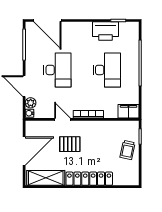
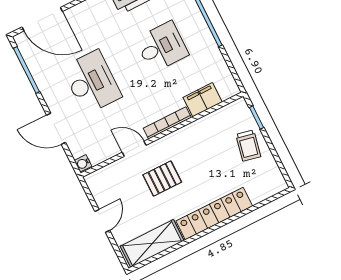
desk: (107, 70) -> (162, 47), width x0.73
plant: (31, 103) -> (77, 148), removed
filing cabinet: (129, 111) -> (203, 100), moved
door: (24, 151) -> (102, 221), width x0.53

